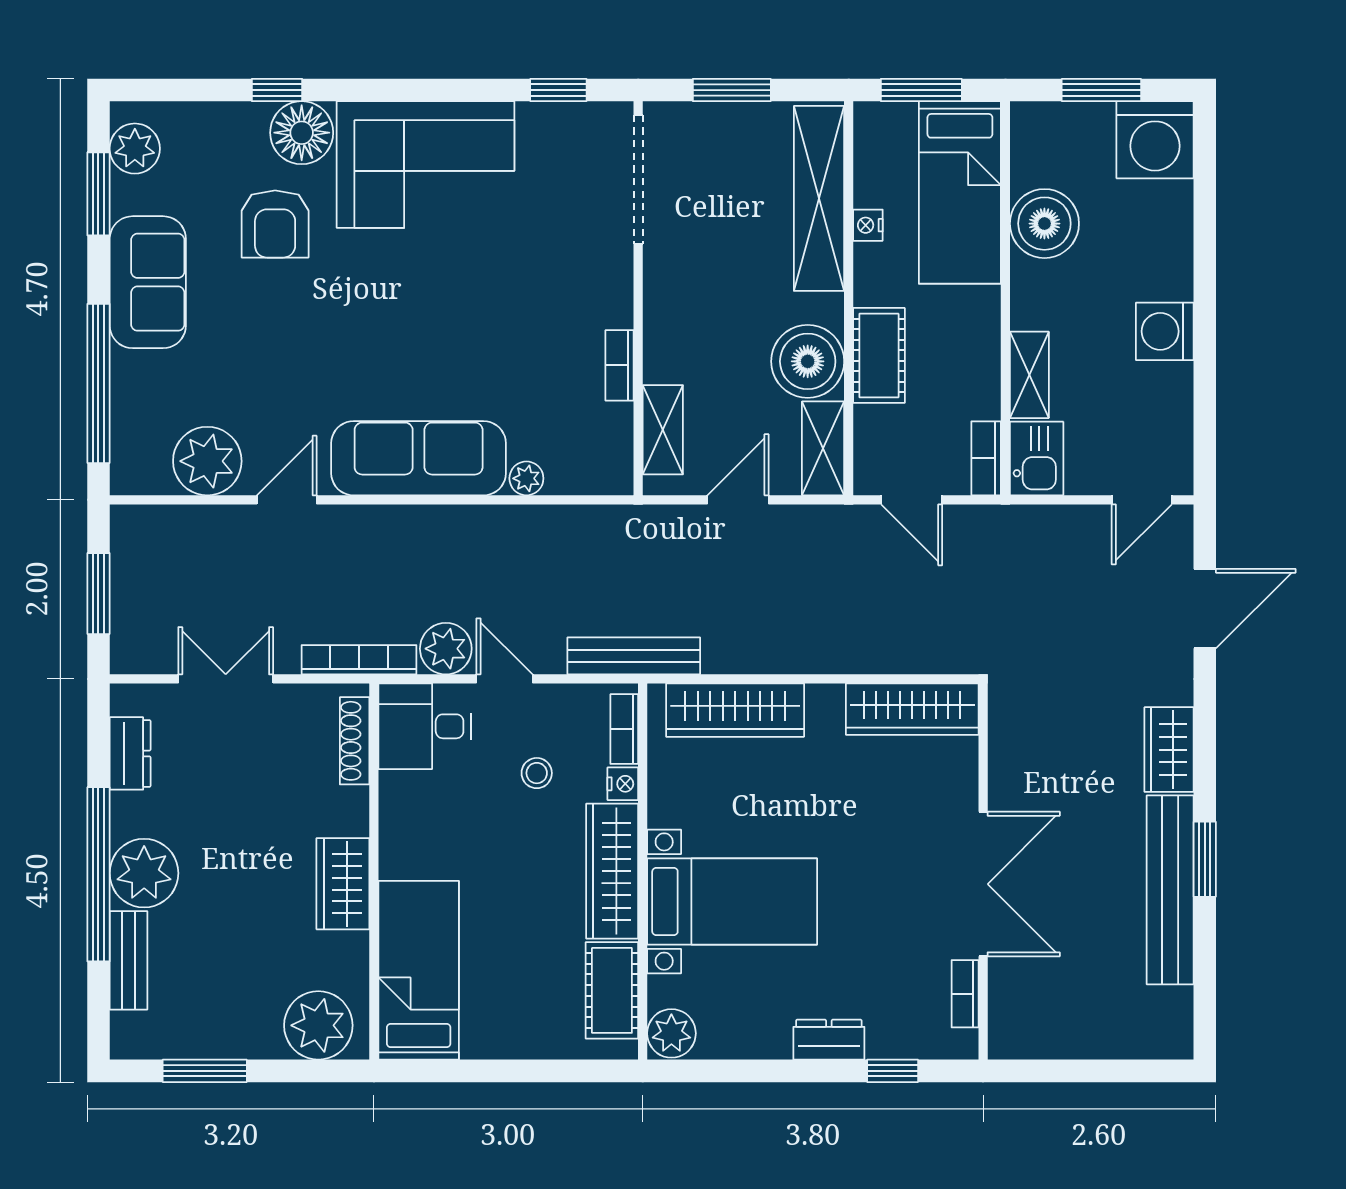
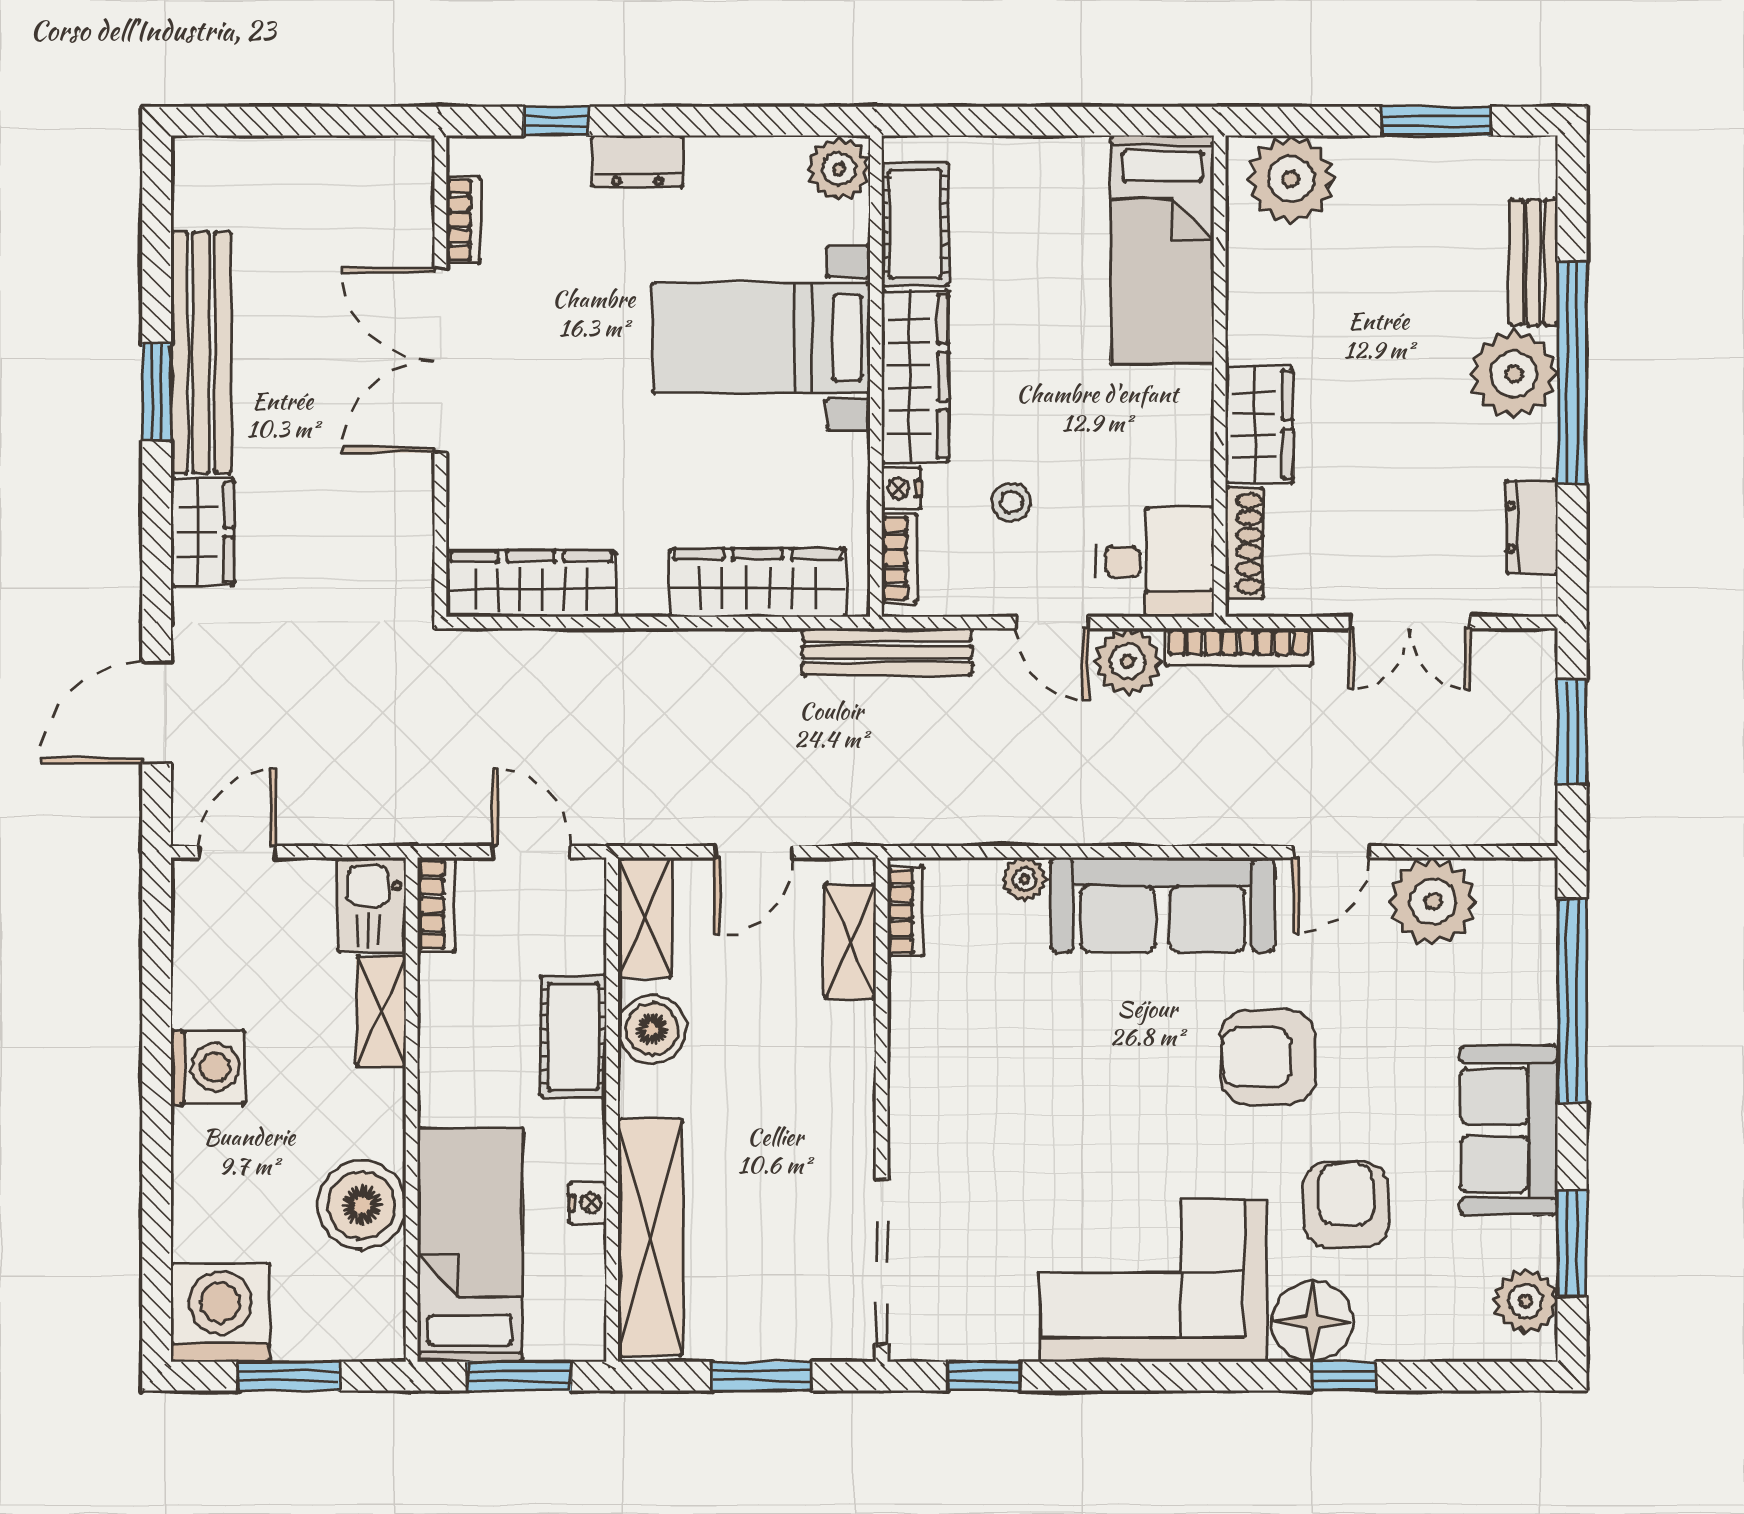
armchair: (336, 339) -> (1268, 1057), added
boiler: (808, 361) -> (652, 1029), width x0.73, depth x0.73
bookcase: (620, 365) -> (905, 911), moved
wardrobe: (343, 884) -> (1259, 424), moved

